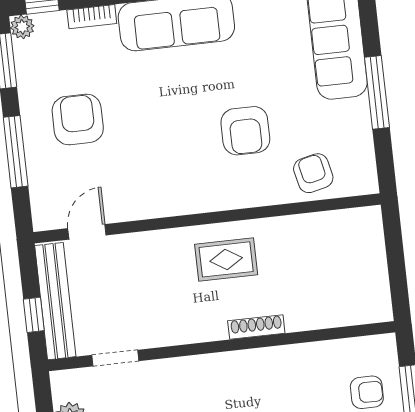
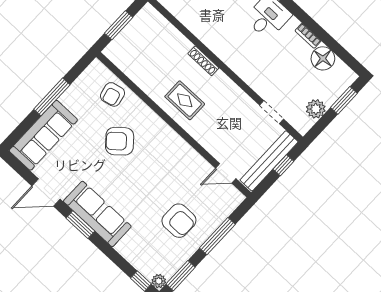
bookcase: (92, 17) -> (127, 254), removed
armchair: (78, 119) -> (179, 221), turned -90
armchair: (245, 131) -> (120, 141), turned -131
window: (395, 257) -> (119, 25), added

